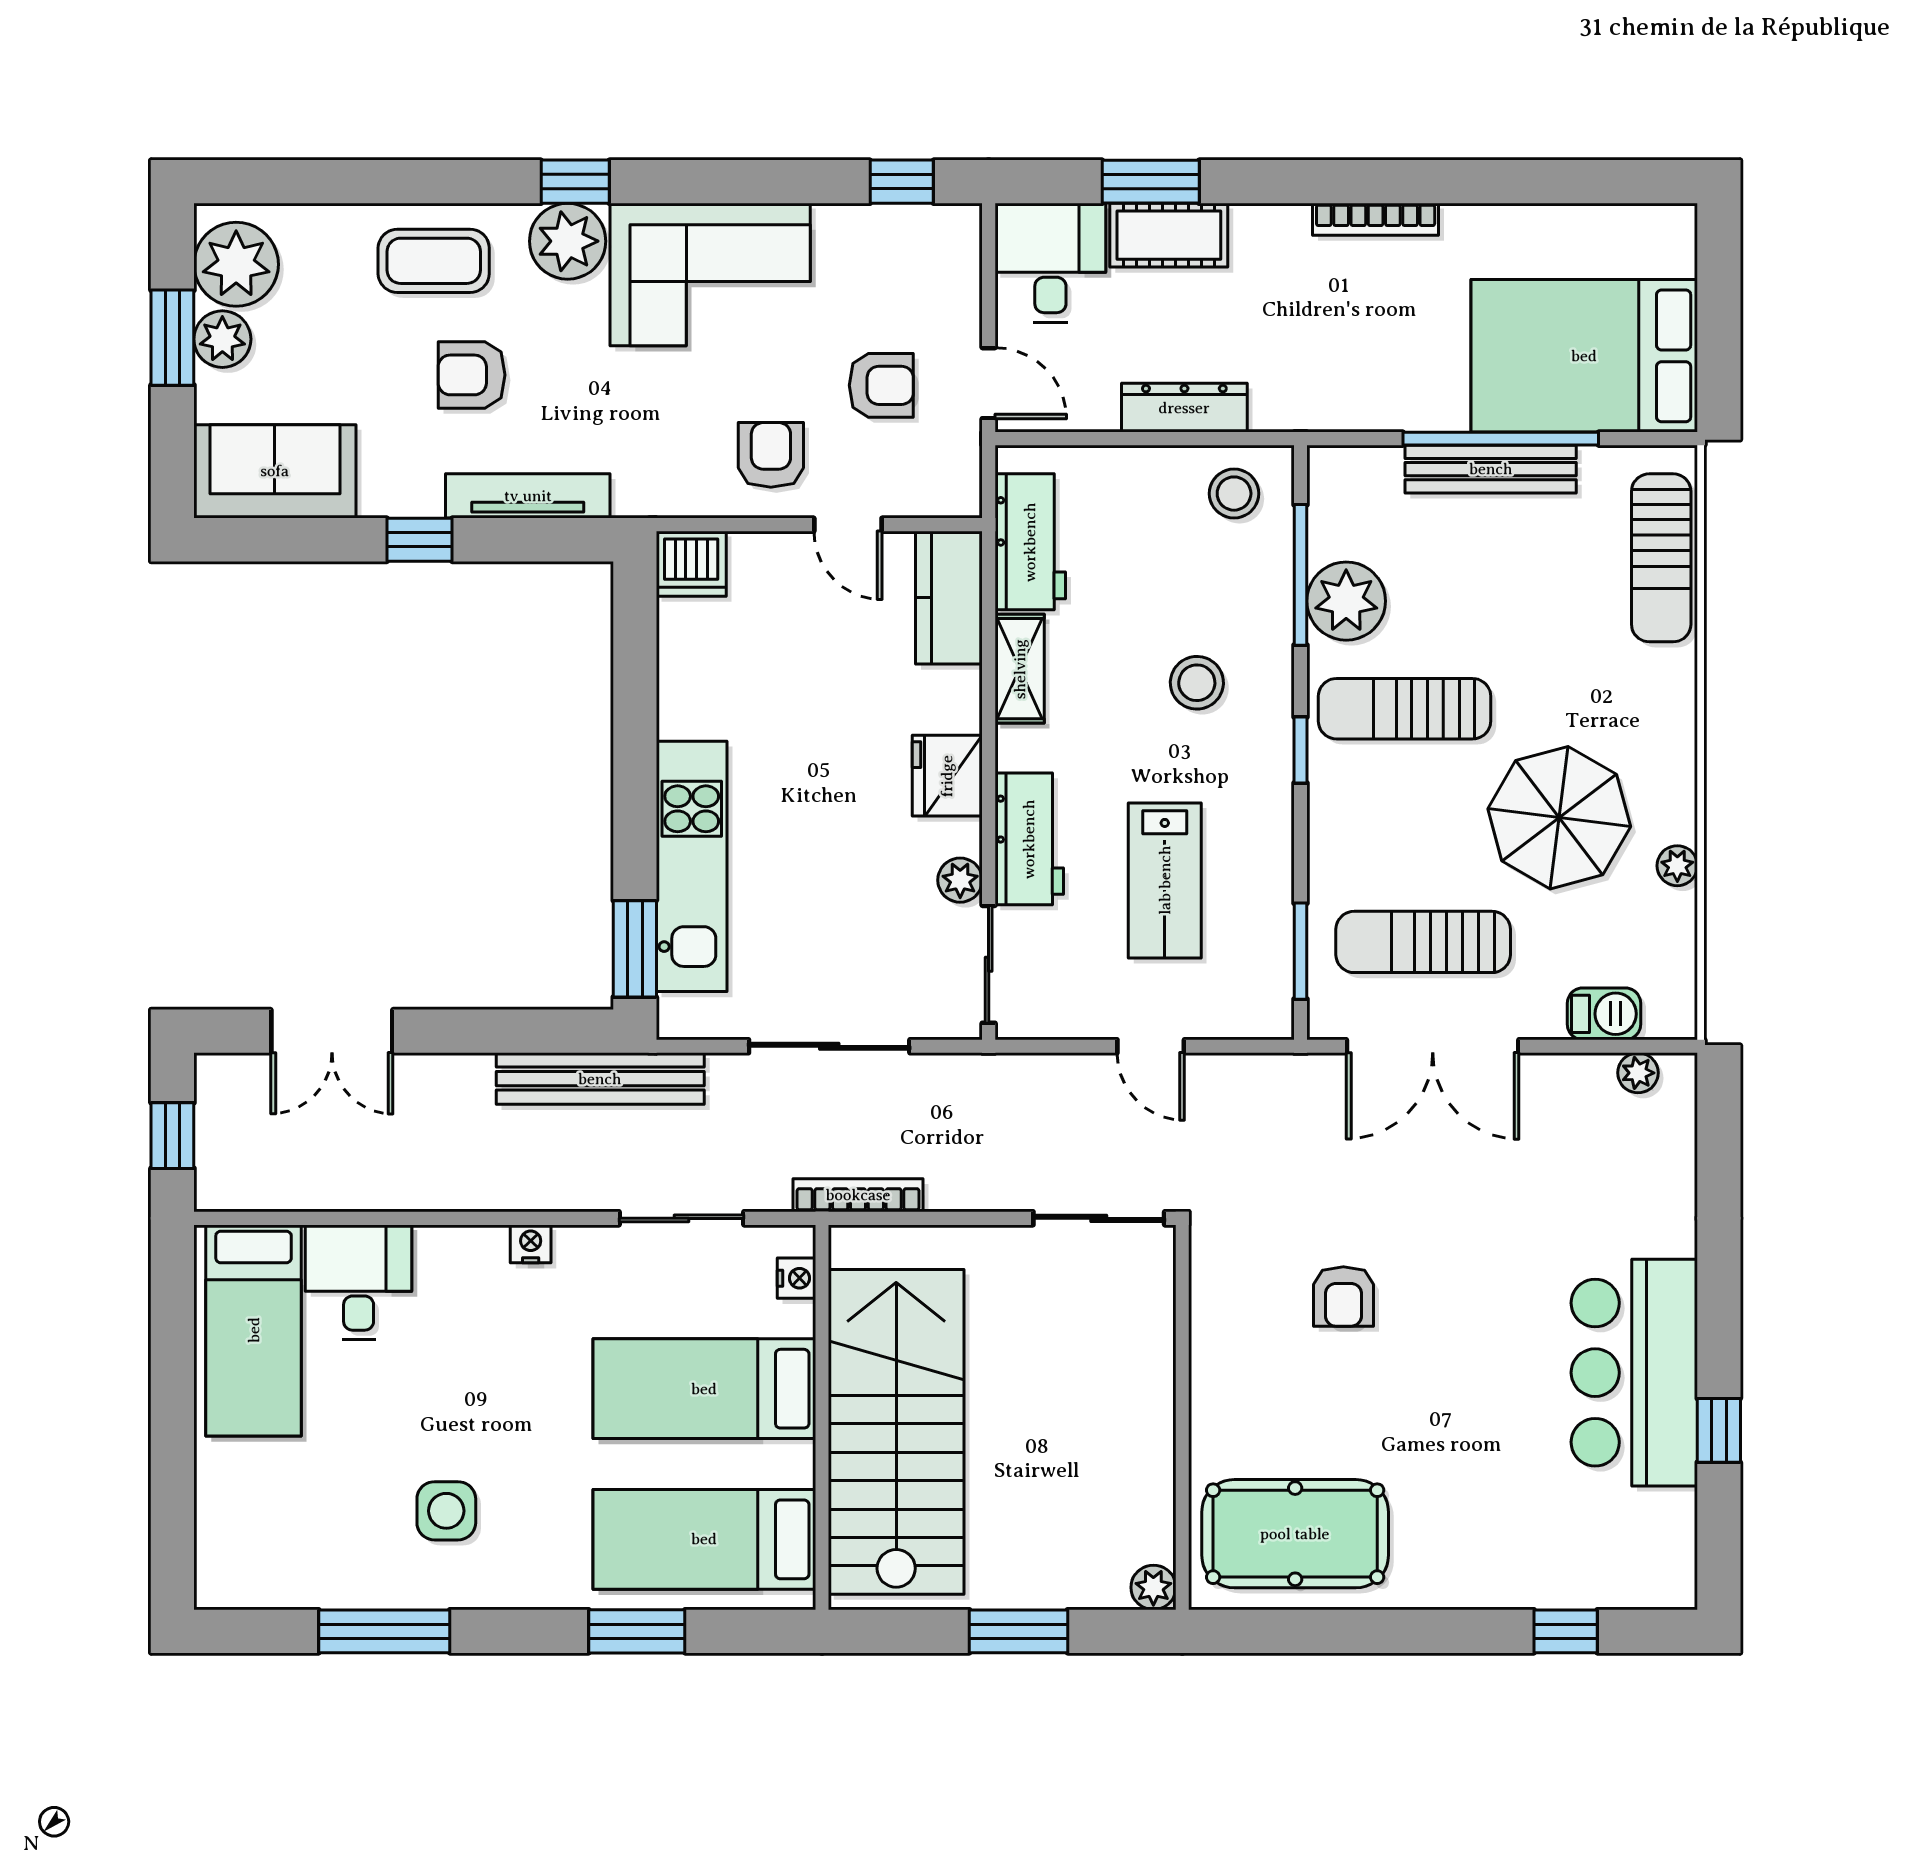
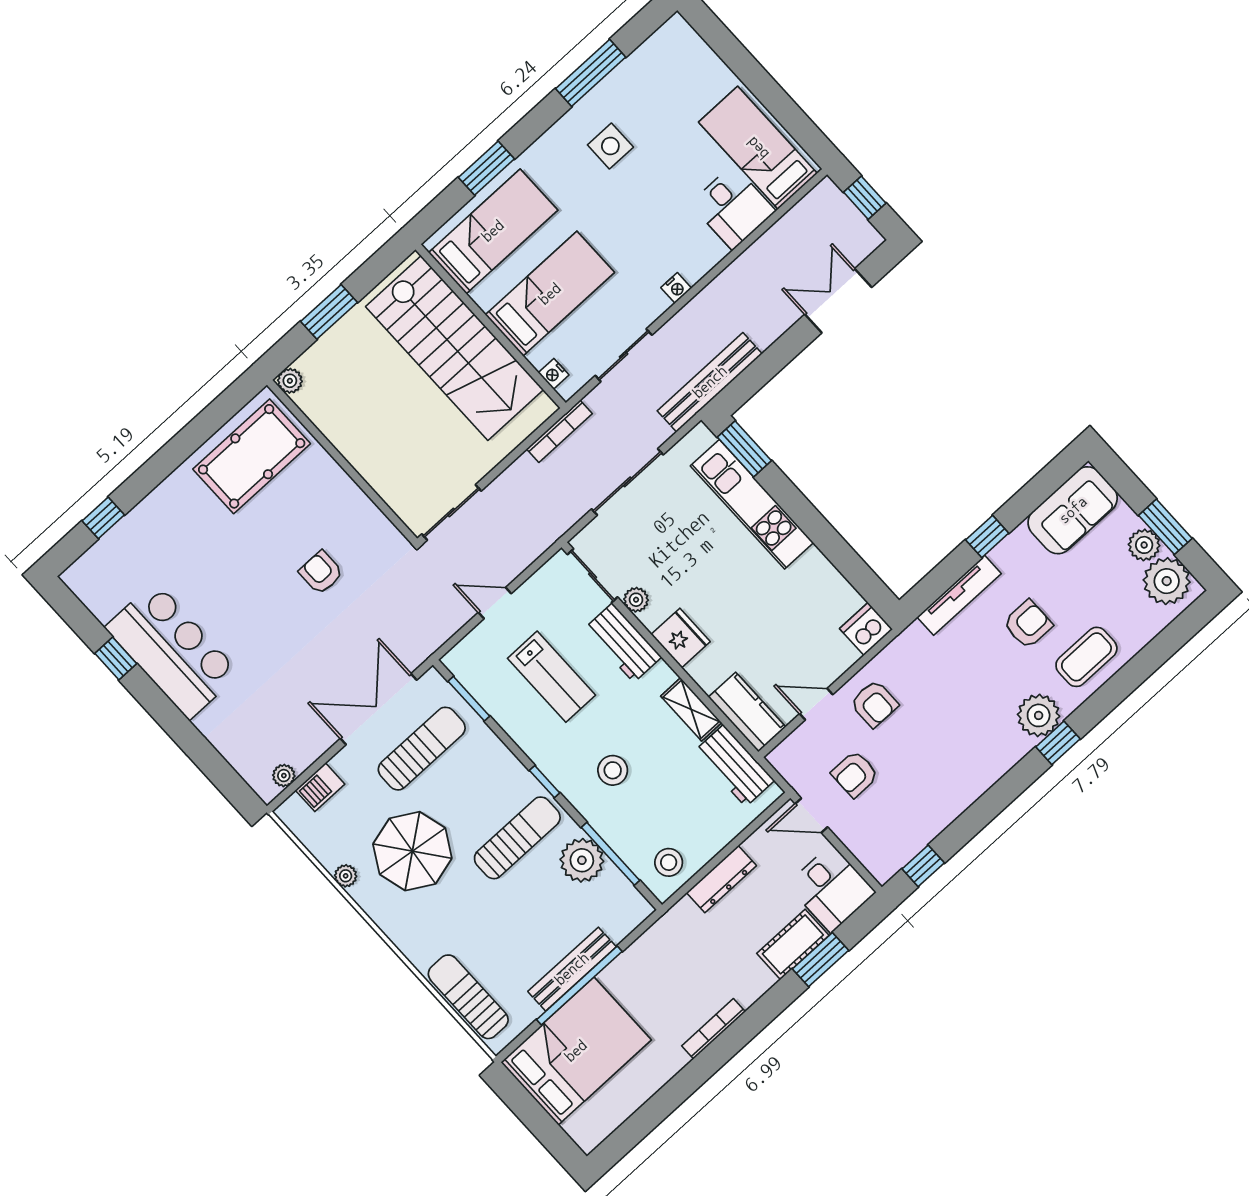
corner sofa: (710, 275) -> (967, 755), removed
lab bench: (1165, 880) -> (551, 677), turned 180

